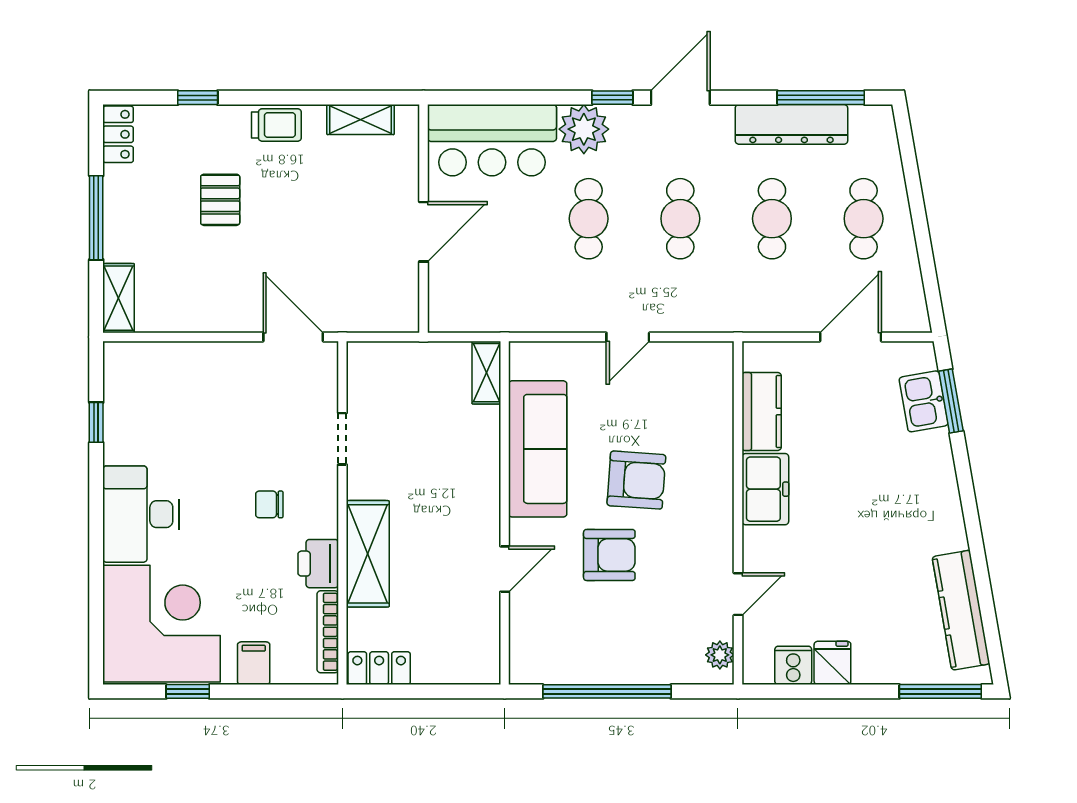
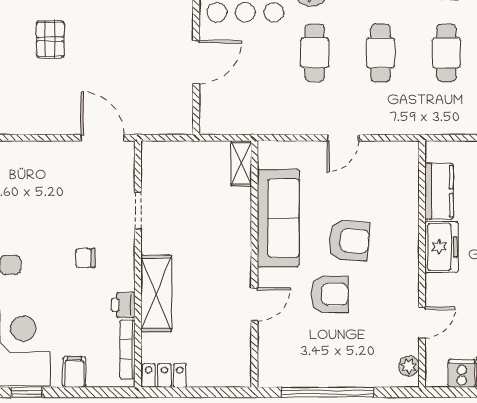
printer: (318, 564) -> (123, 305), width x0.73, depth x0.81

